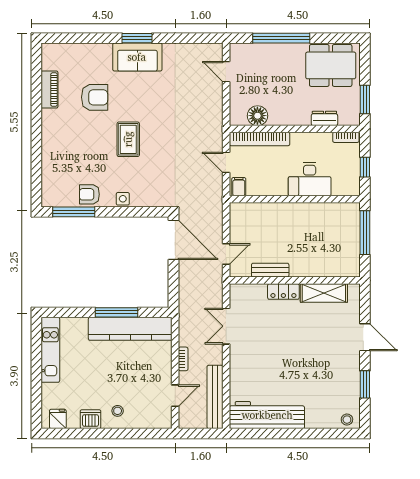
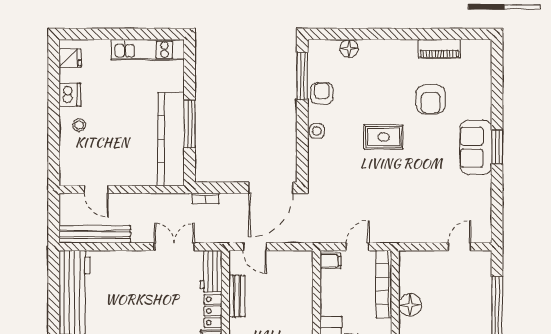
floor lamp: (257, 116) -> (410, 305), moved
floor lamp: (49, 170) -> (349, 48), added
workbench: (248, 293) -> (211, 271), added
bookcase: (183, 359) -> (206, 198), moved

